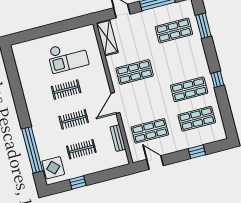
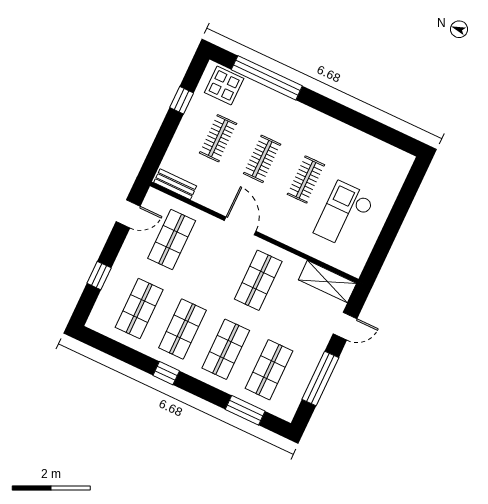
shop shelf: (182, 60) -> (226, 349), added
bench: (118, 138) -> (175, 184), moved

